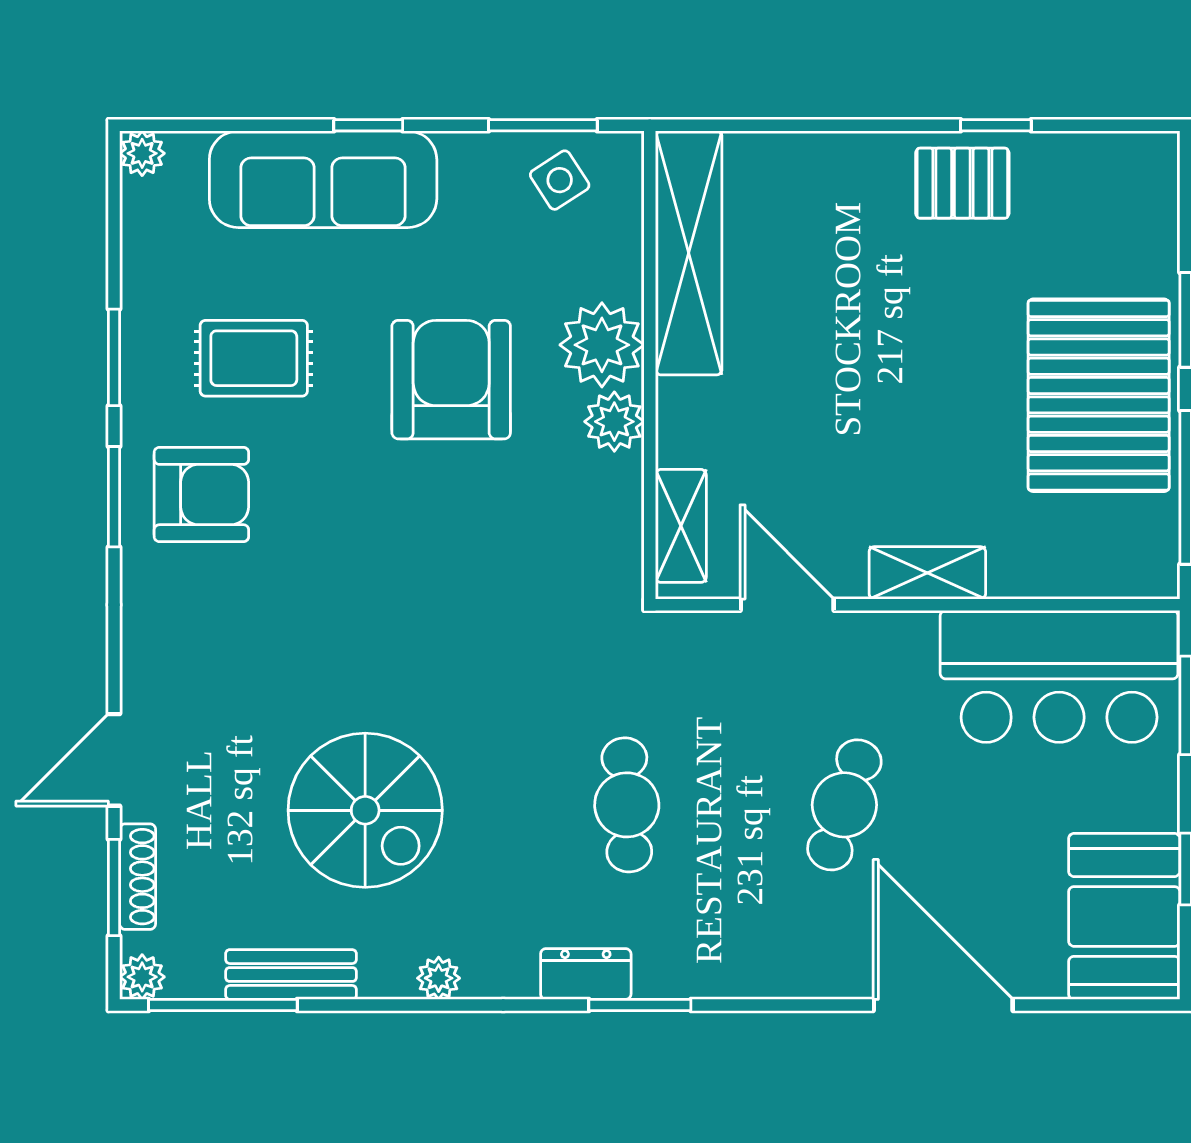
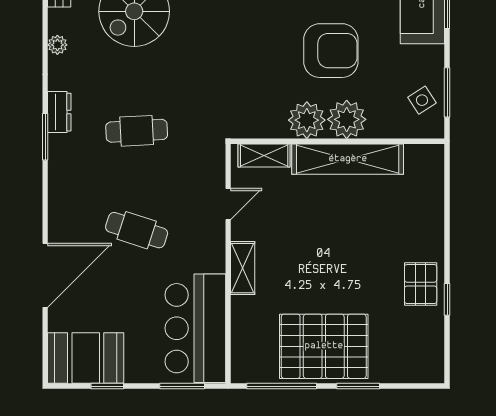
shelving: (689, 253) -> (348, 159), moved
plant: (614, 422) -> (307, 120), width x1.36, depth x1.36
door: (787, 605) -> (228, 204), width x0.73

